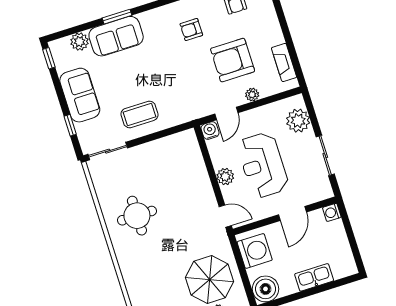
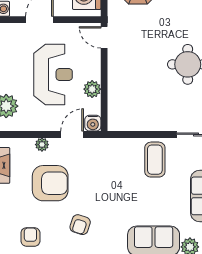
armchair: (191, 30) -> (80, 225), turned 108
coffee table: (140, 114) -> (155, 160), turned 90
plant: (225, 177) -> (92, 89), moved

